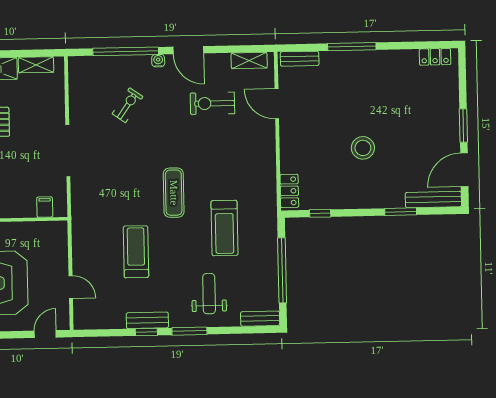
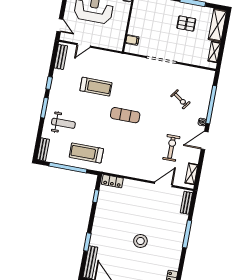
stool: (363, 148) -> (140, 241), moved
treadmill: (224, 228) -> (86, 153), moved
bench: (147, 320) -> (61, 57), moved

